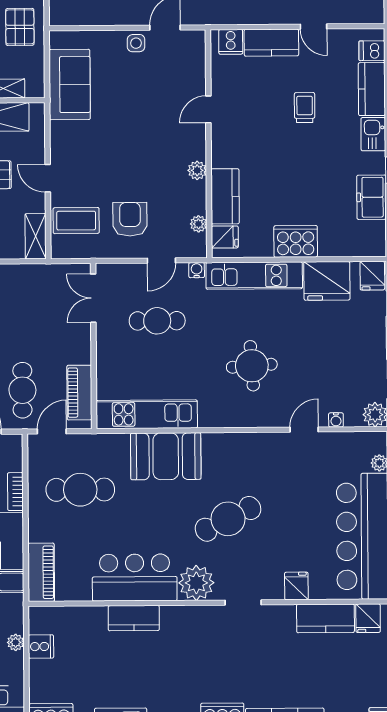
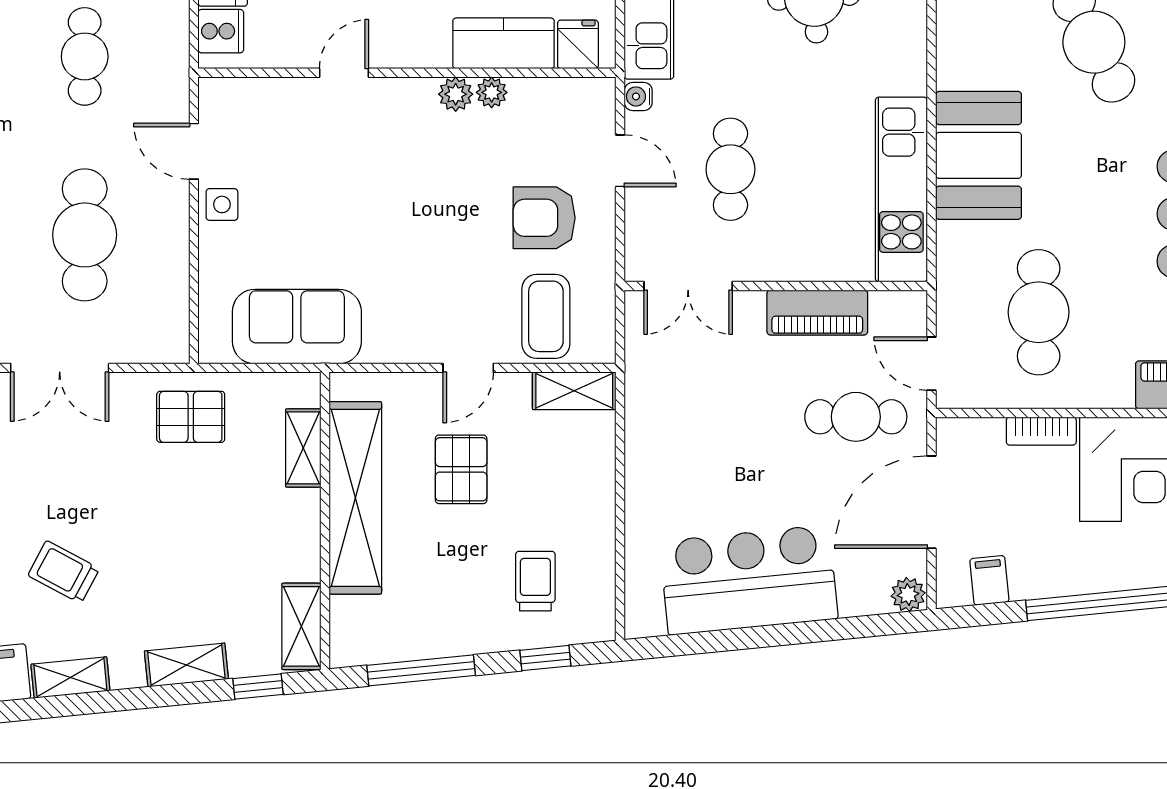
door: (208, 109) -> (344, 73), swing flipped
plant: (198, 224) -> (492, 92), moved
piano: (79, 393) -> (817, 313), moved

